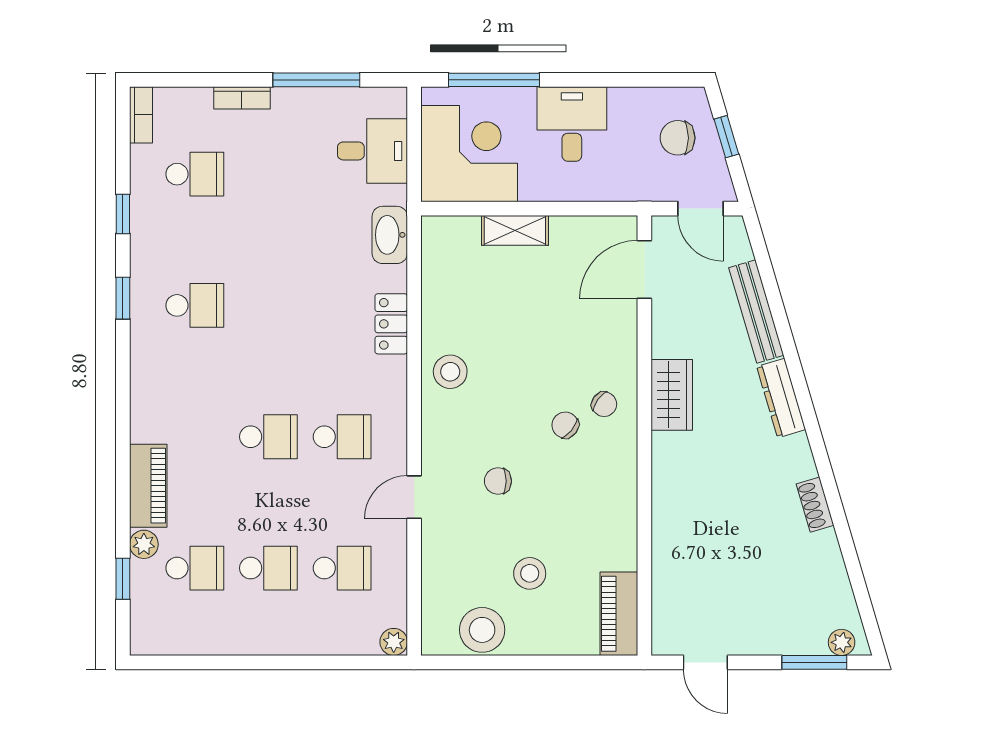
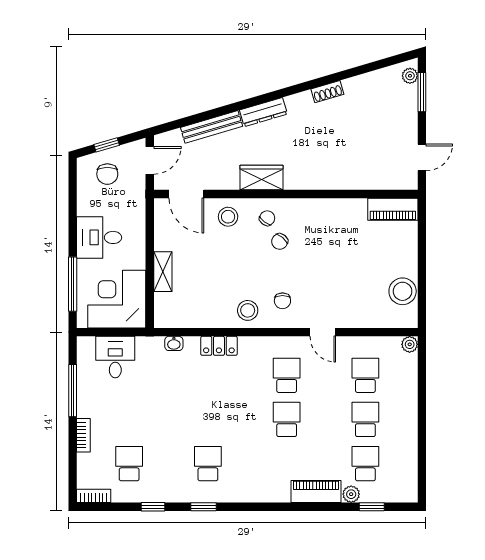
washbasin: (390, 235) -> (174, 343), width x0.52, depth x0.69
chair: (498, 481) -> (282, 301), moved
stool: (530, 573) -> (228, 217), moved

